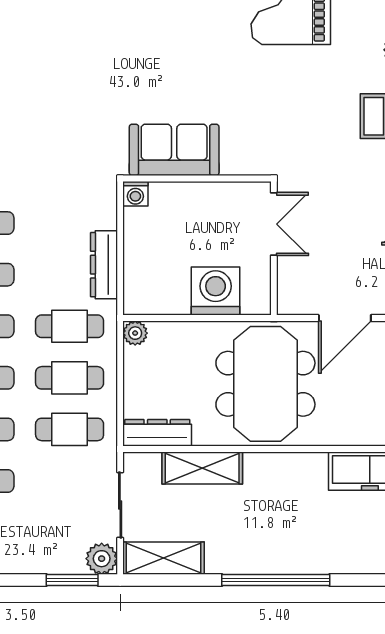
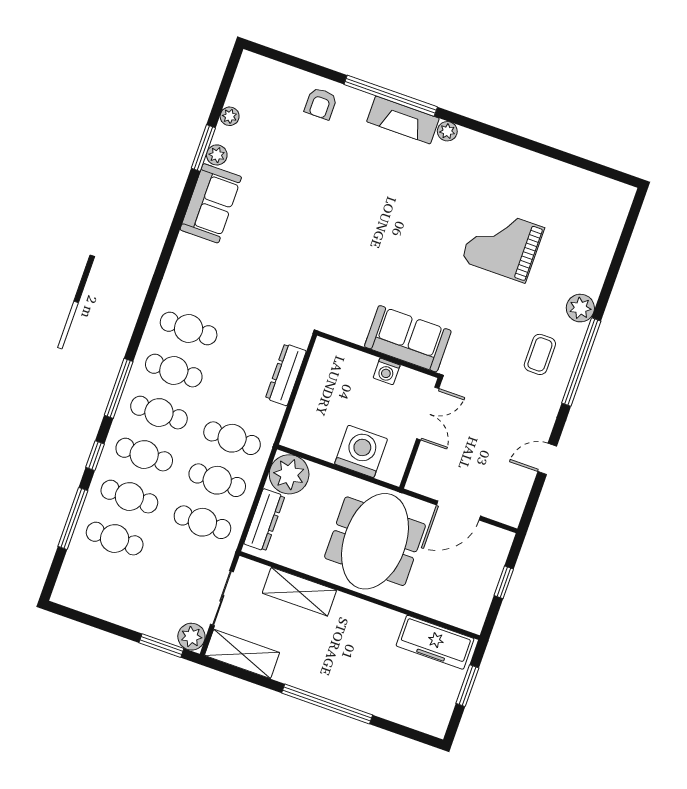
sofa: (174, 150) -> (408, 339), moved
washing machine: (135, 194) -> (387, 371), moved
dresser: (104, 265) -> (286, 375), moved
plant: (135, 333) -> (289, 474), width x1.87, depth x1.87
dresser: (157, 433) -> (264, 520), moved, turned 90

